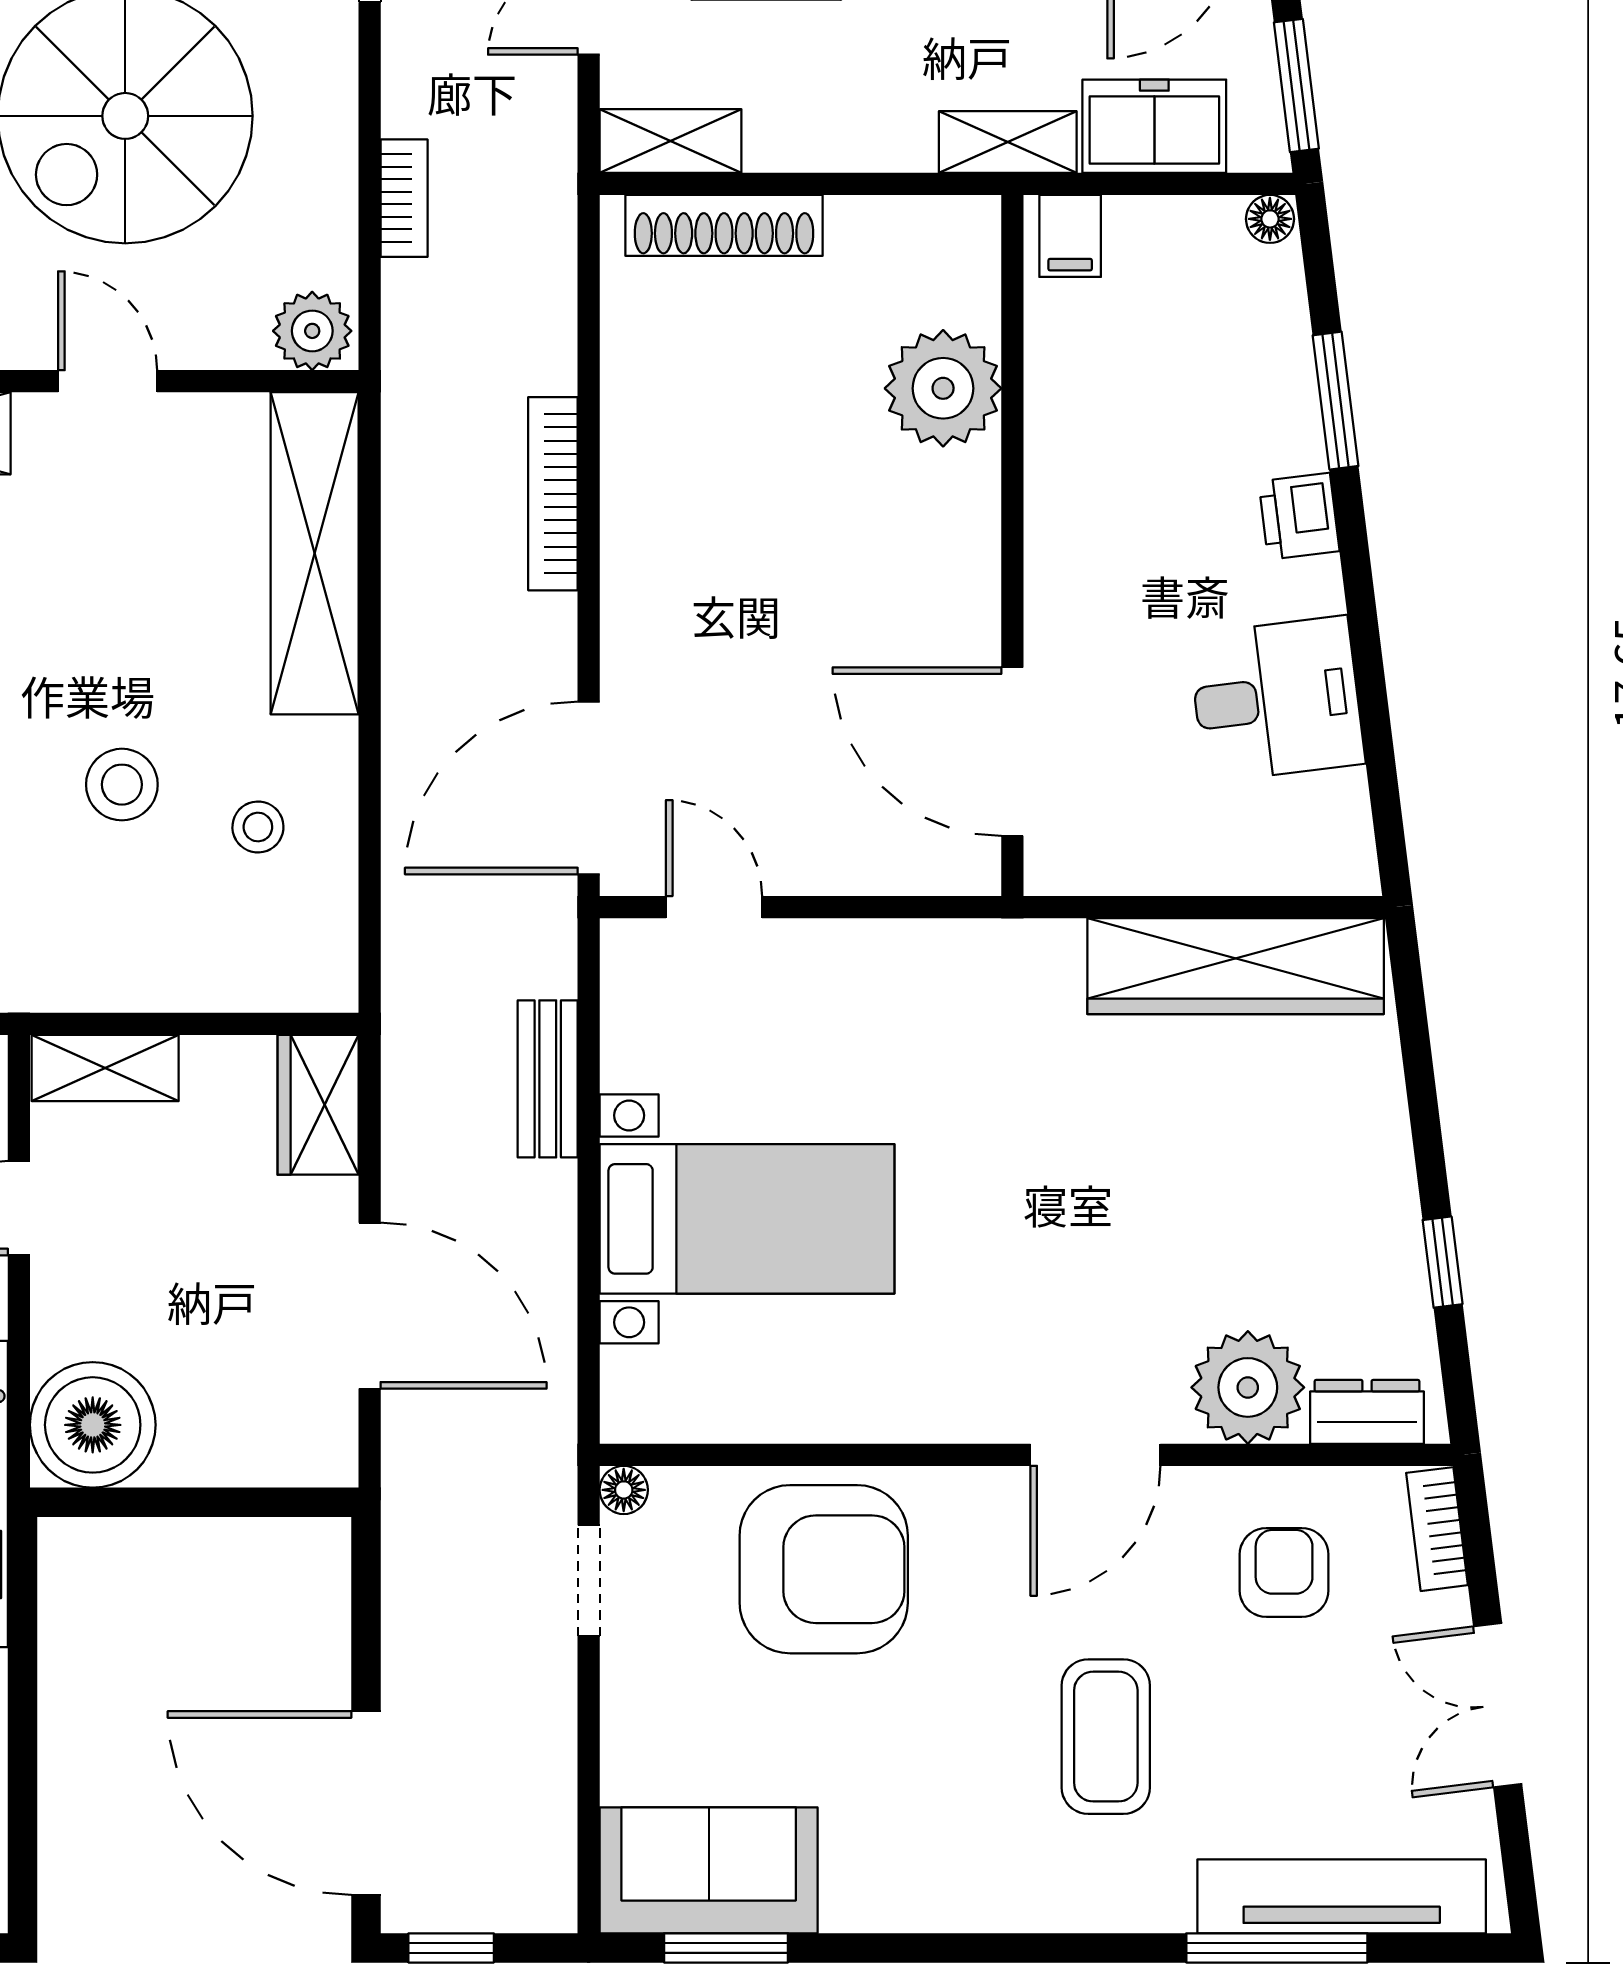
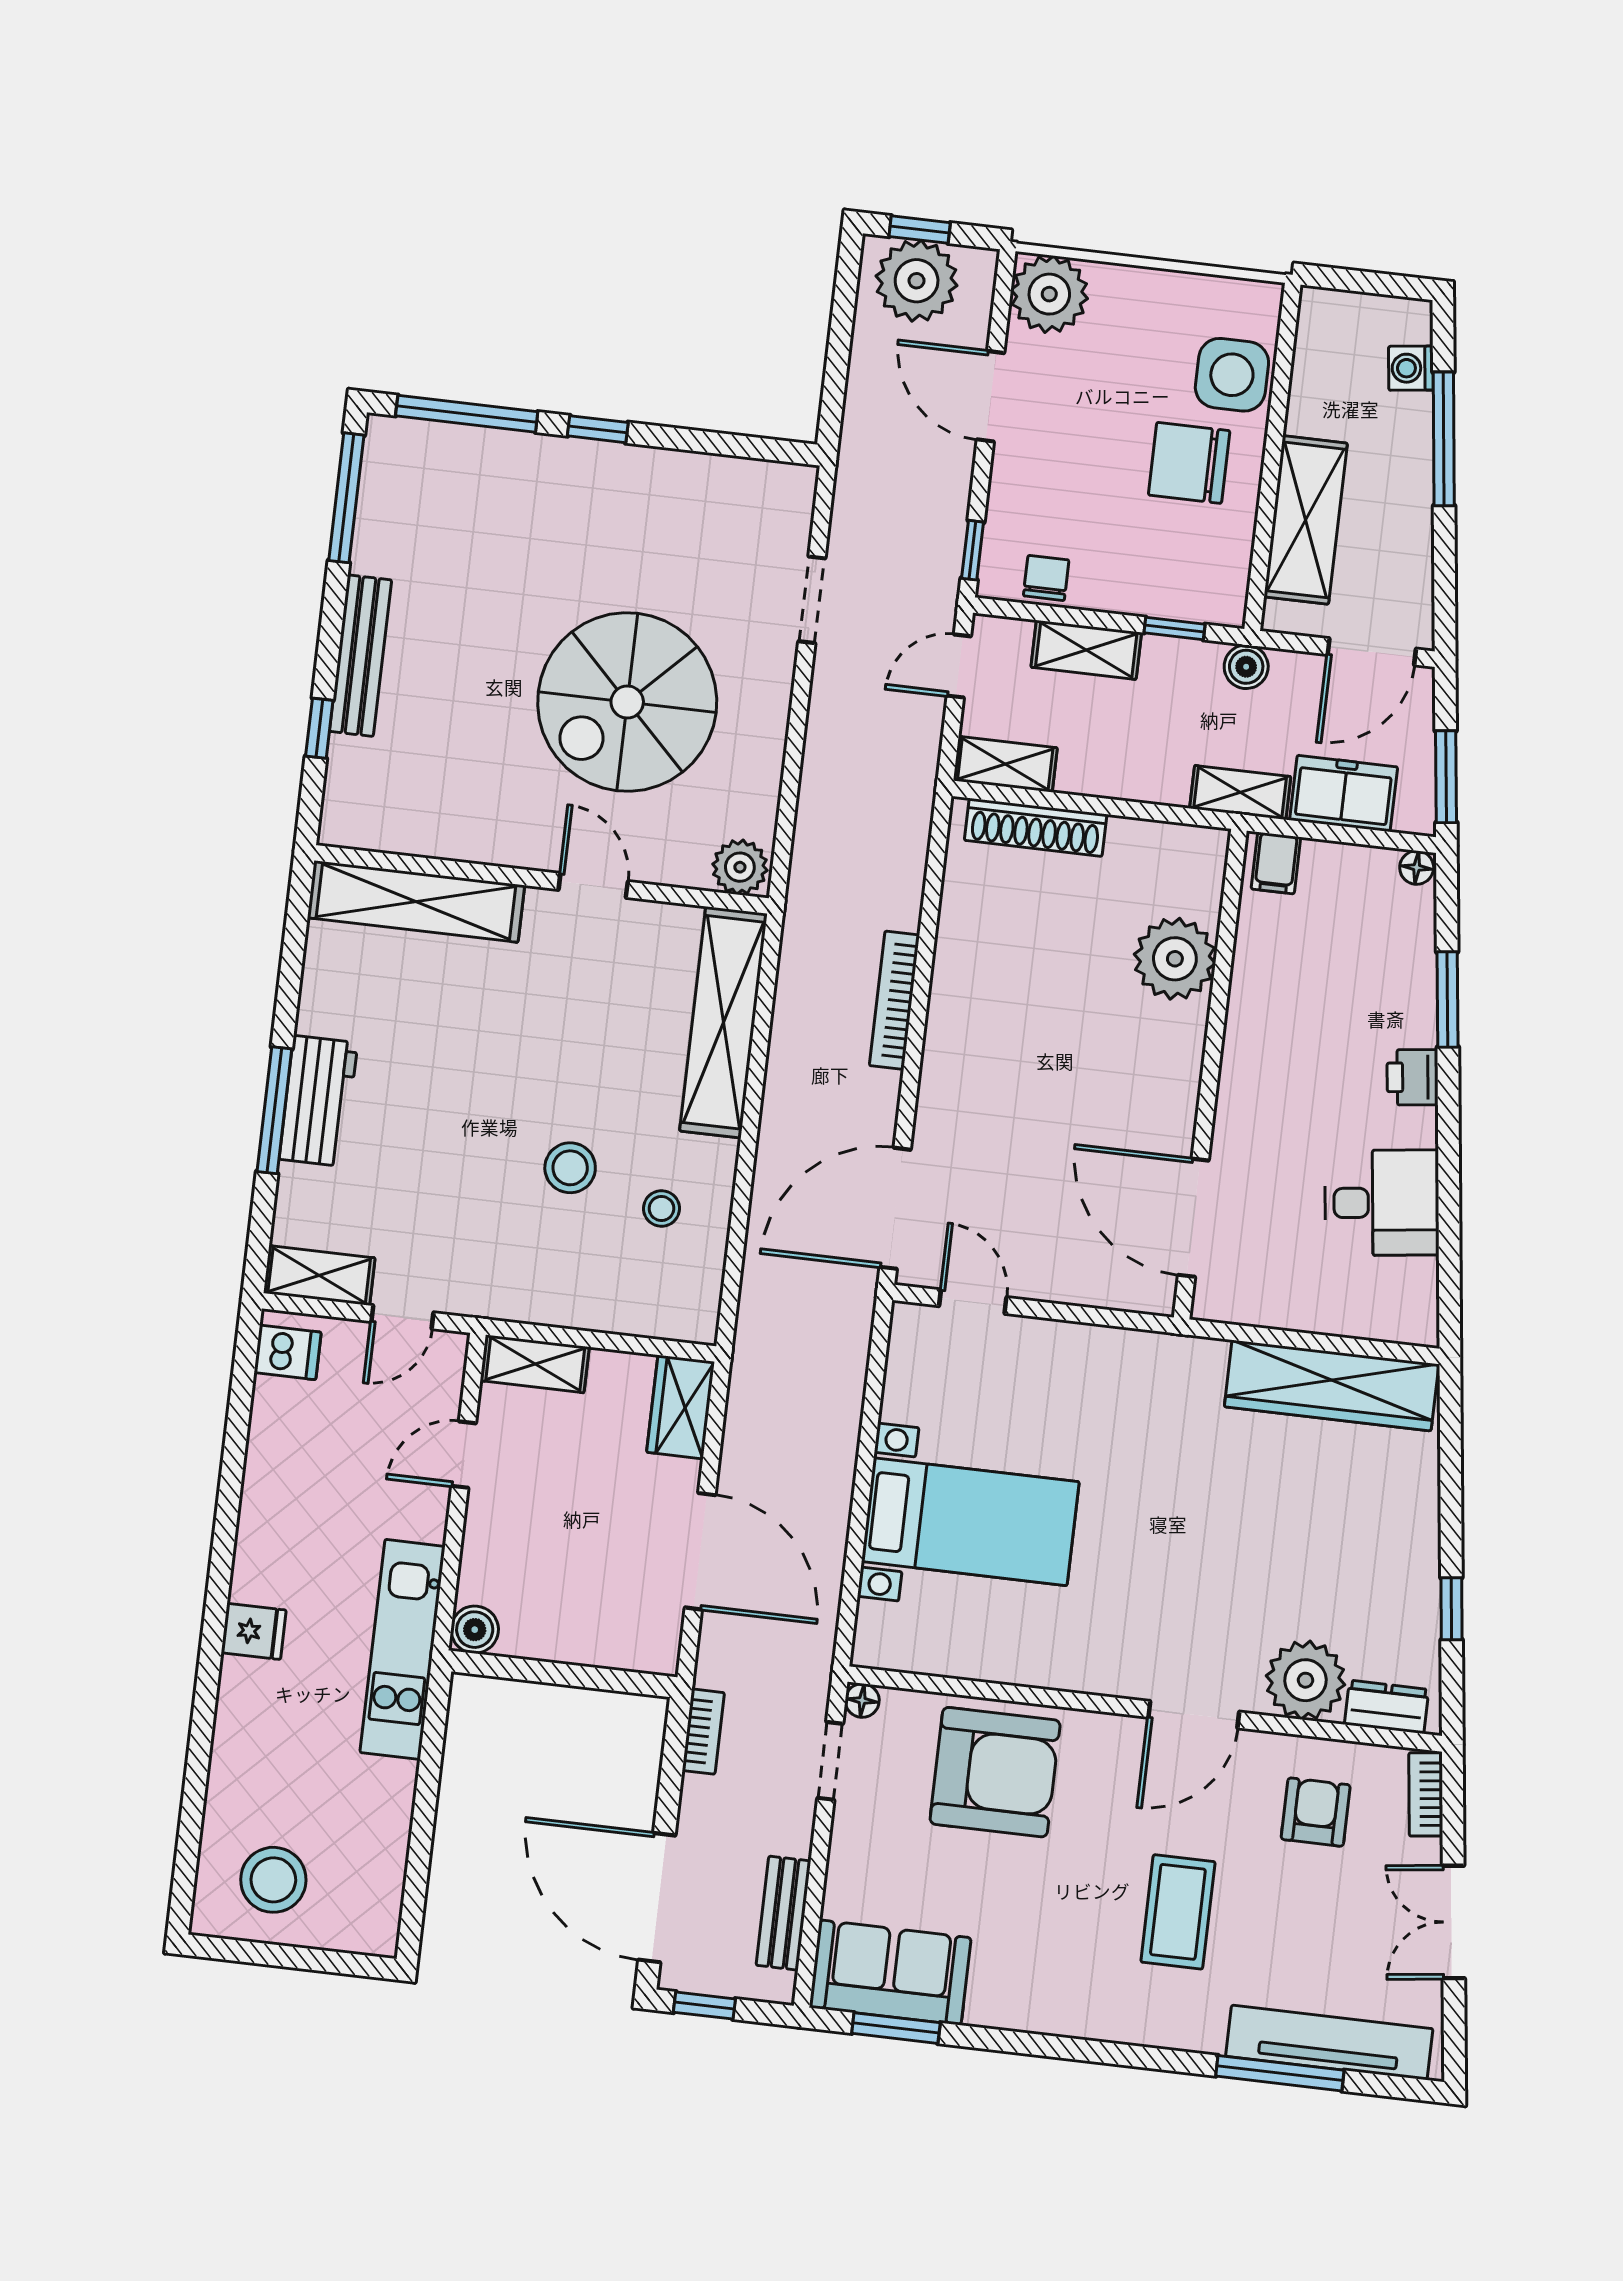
bookcase: (404, 198) -> (703, 1732), moved
bench: (548, 1079) -> (783, 1913), moved
boiler: (93, 1425) -> (475, 1630), width x0.54, depth x0.54

